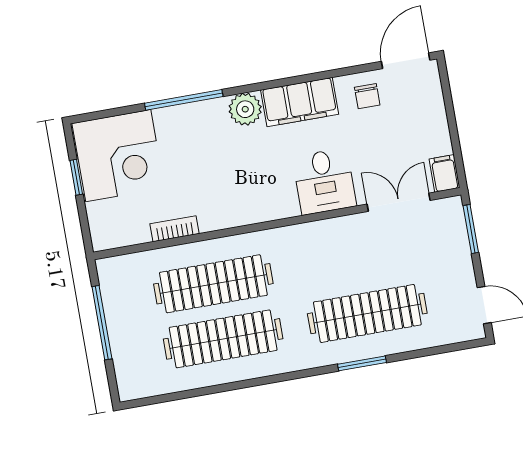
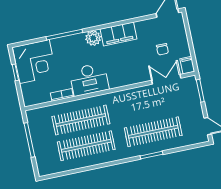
chair: (367, 96) -> (162, 49), moved
desk: (324, 181) -> (89, 79), moved, width x1.37

